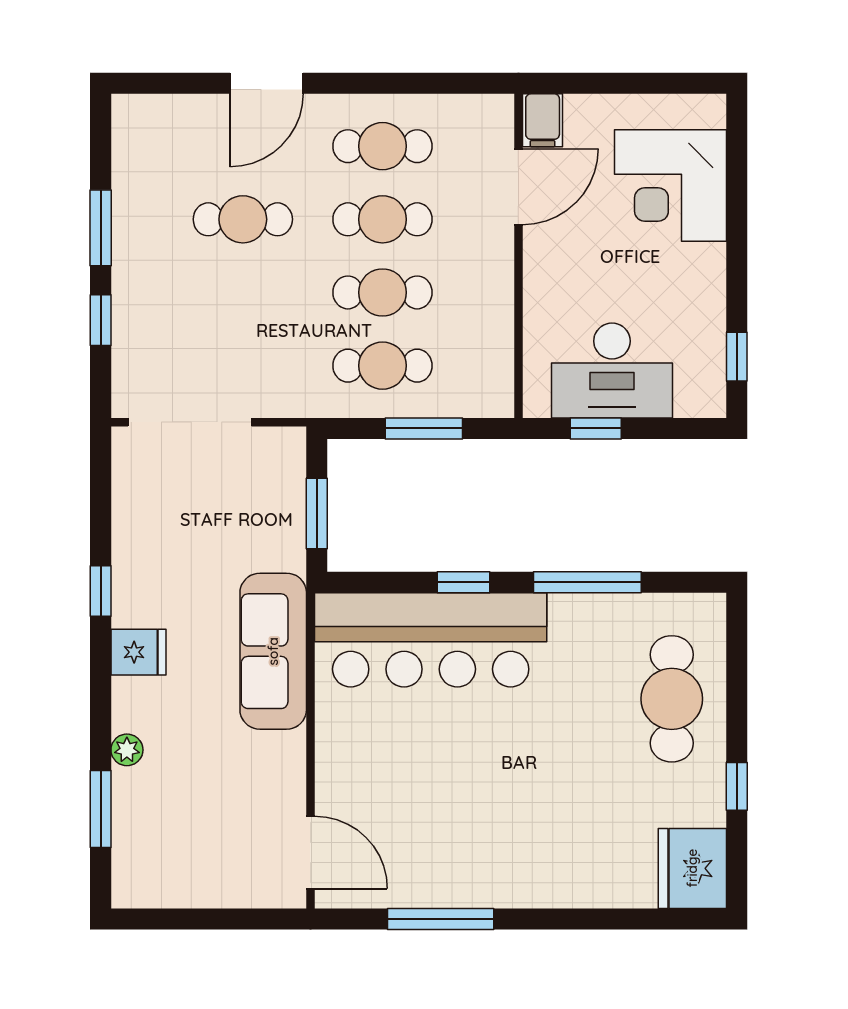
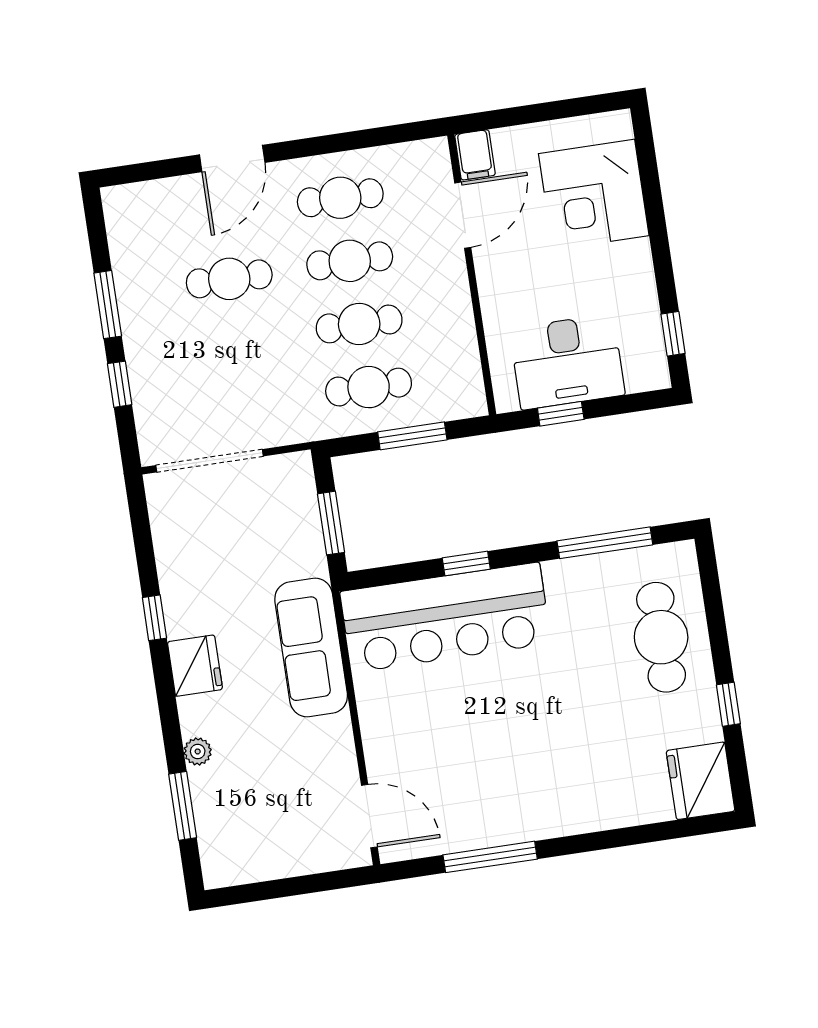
window: (587, 582) -> (605, 543), moved
fridge: (138, 652) -> (195, 666), width x1.38

